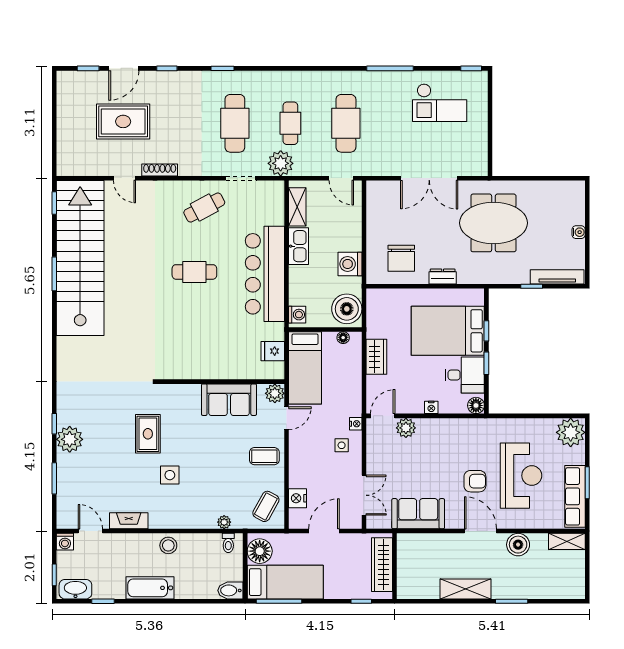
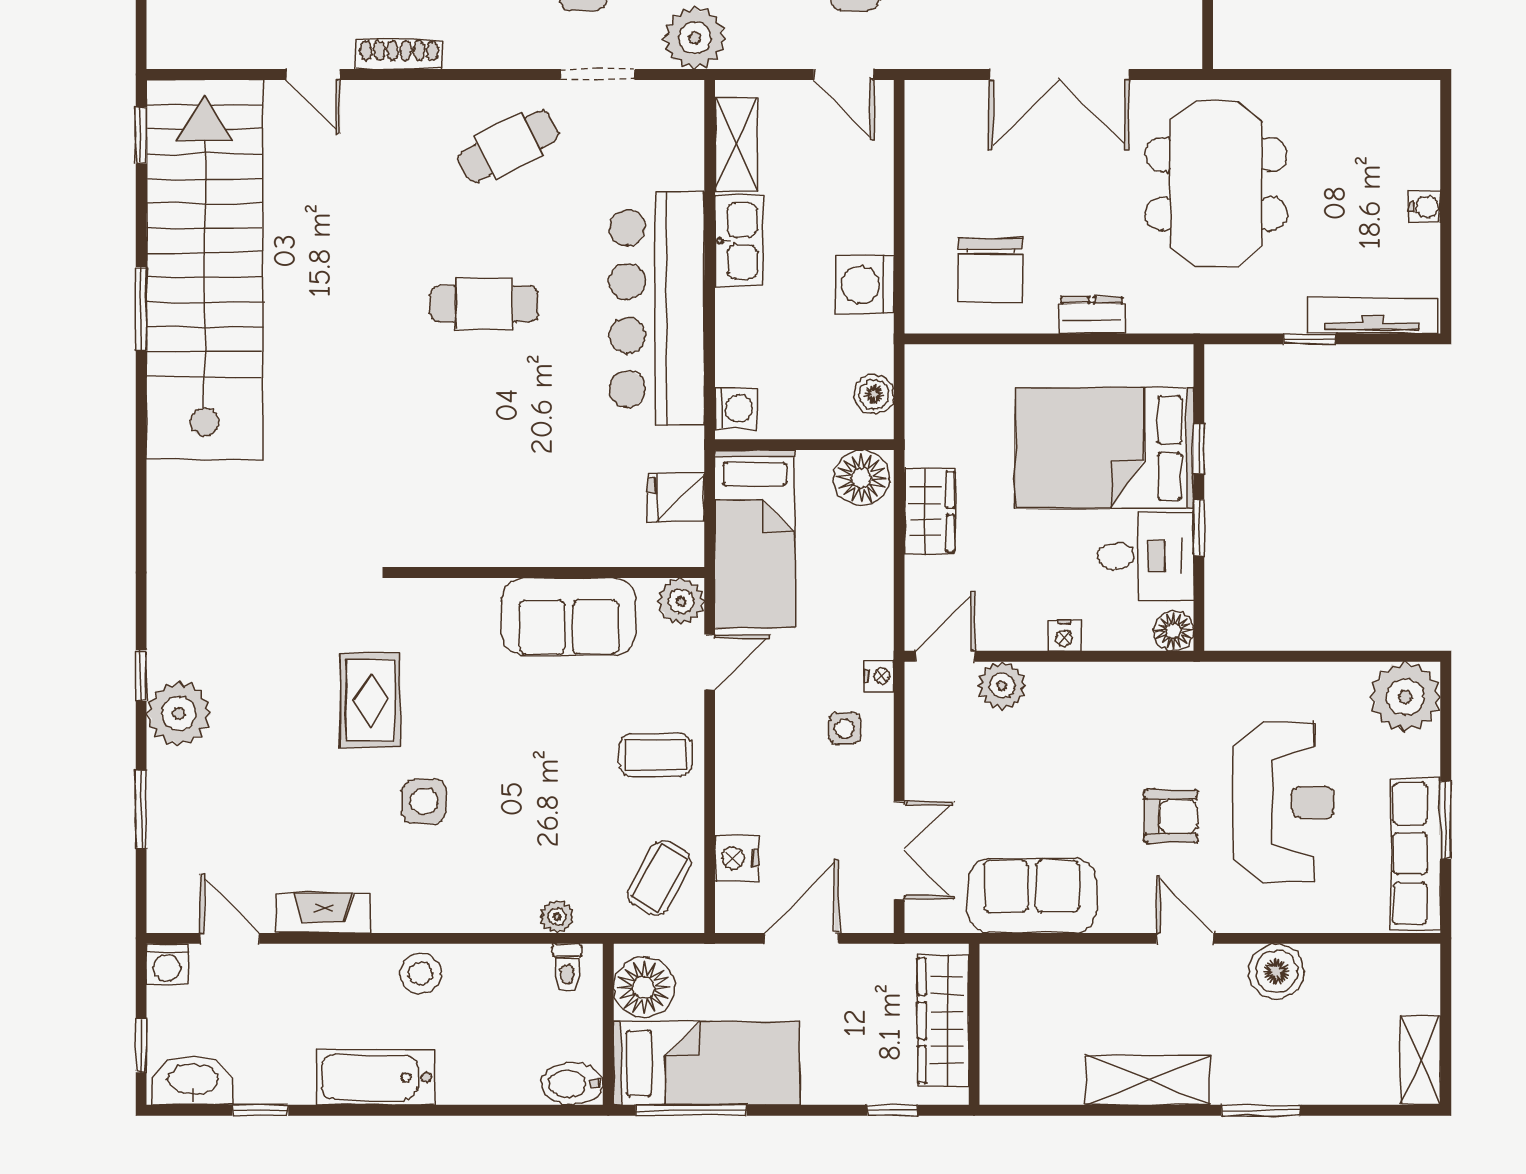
meeting table: (493, 223) -> (1216, 184), turned 90
boiler: (347, 309) -> (874, 394), width x0.54, depth x0.54
floor lamp: (343, 338) -> (861, 478), width x1.89, depth x1.89
door: (481, 531) -> (1185, 938), width x0.73
shelving: (567, 541) -> (1420, 1060), moved, turned 90

